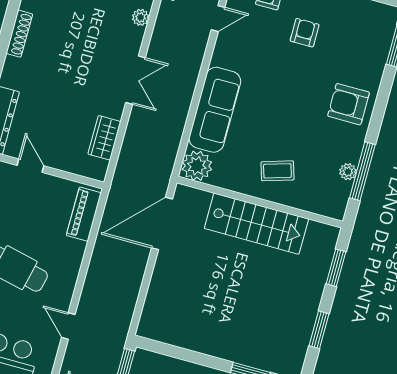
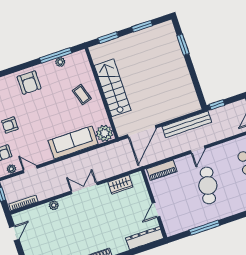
door: (162, 223) -> (142, 131), hinge flipped
bench: (127, 298) -> (187, 124), added
door: (68, 326) -> (198, 150), moved

